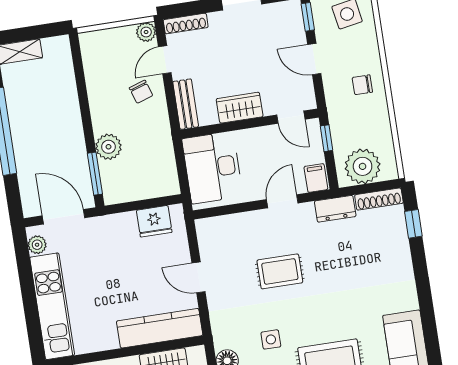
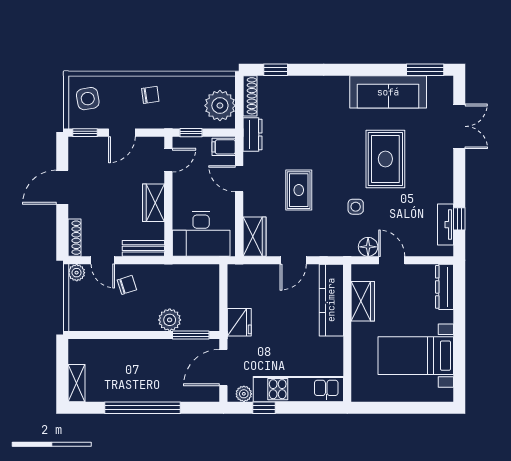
chair: (362, 85) -> (150, 95), turned -98
fridge: (154, 221) -> (239, 322), moved
wardrobe: (219, 229) -> (255, 237), added
window: (25, 270) -> (264, 408), added

